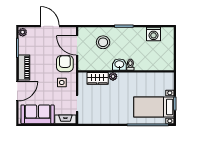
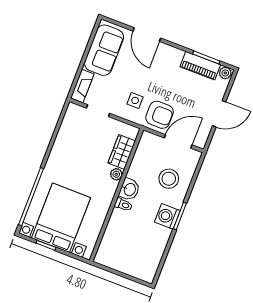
washing machine: (153, 34) -> (167, 216), moved
piano: (24, 67) -> (200, 66), moved
bed with nightstands: (154, 107) -> (61, 218), width x1.36

